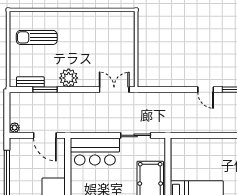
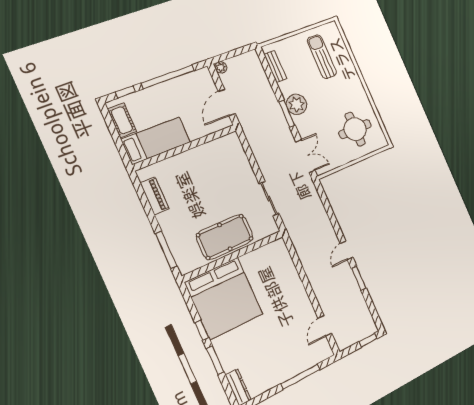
round table: (109, 36) -> (355, 129), added
window: (45, 90) -> (287, 114), moved
bar counter: (95, 152) -> (233, 163), removed

